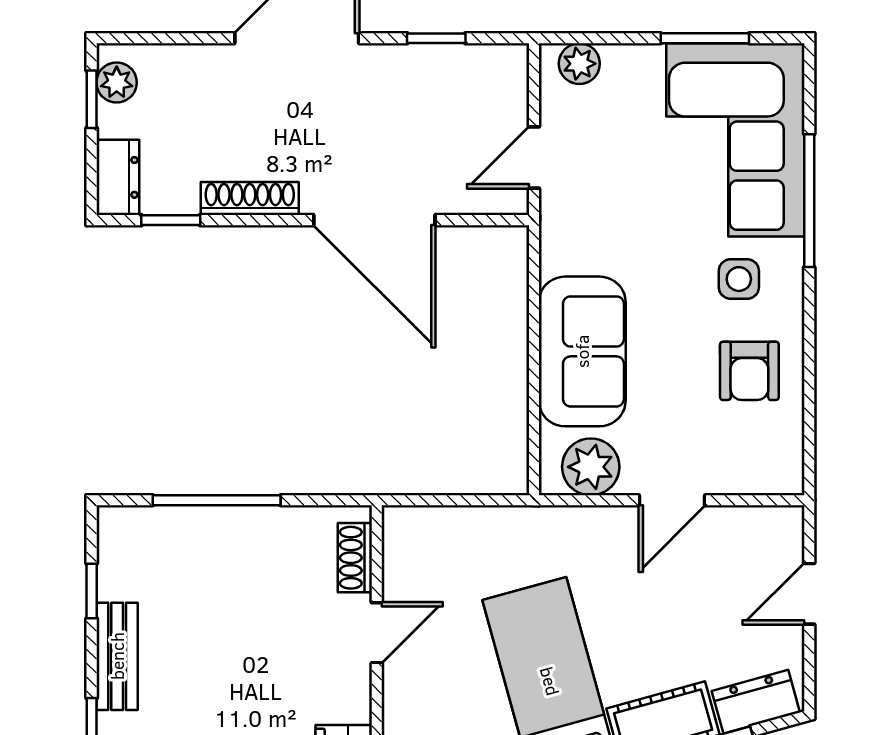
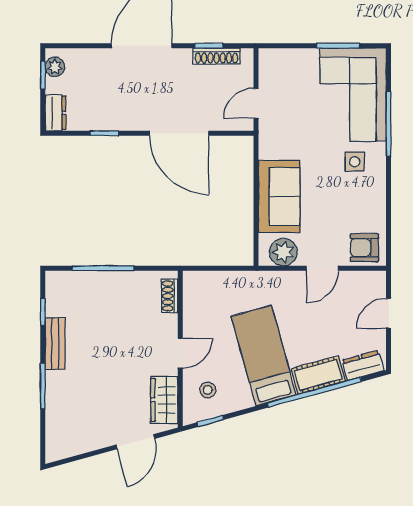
plant: (579, 64) -> (278, 58), removed
shoe rack: (250, 199) -> (216, 56), moved, turned 180
window: (171, 220) -> (104, 133), moved
armchair: (749, 371) -> (364, 248), moved, turned 90
door: (377, 633) -> (180, 353), moved

